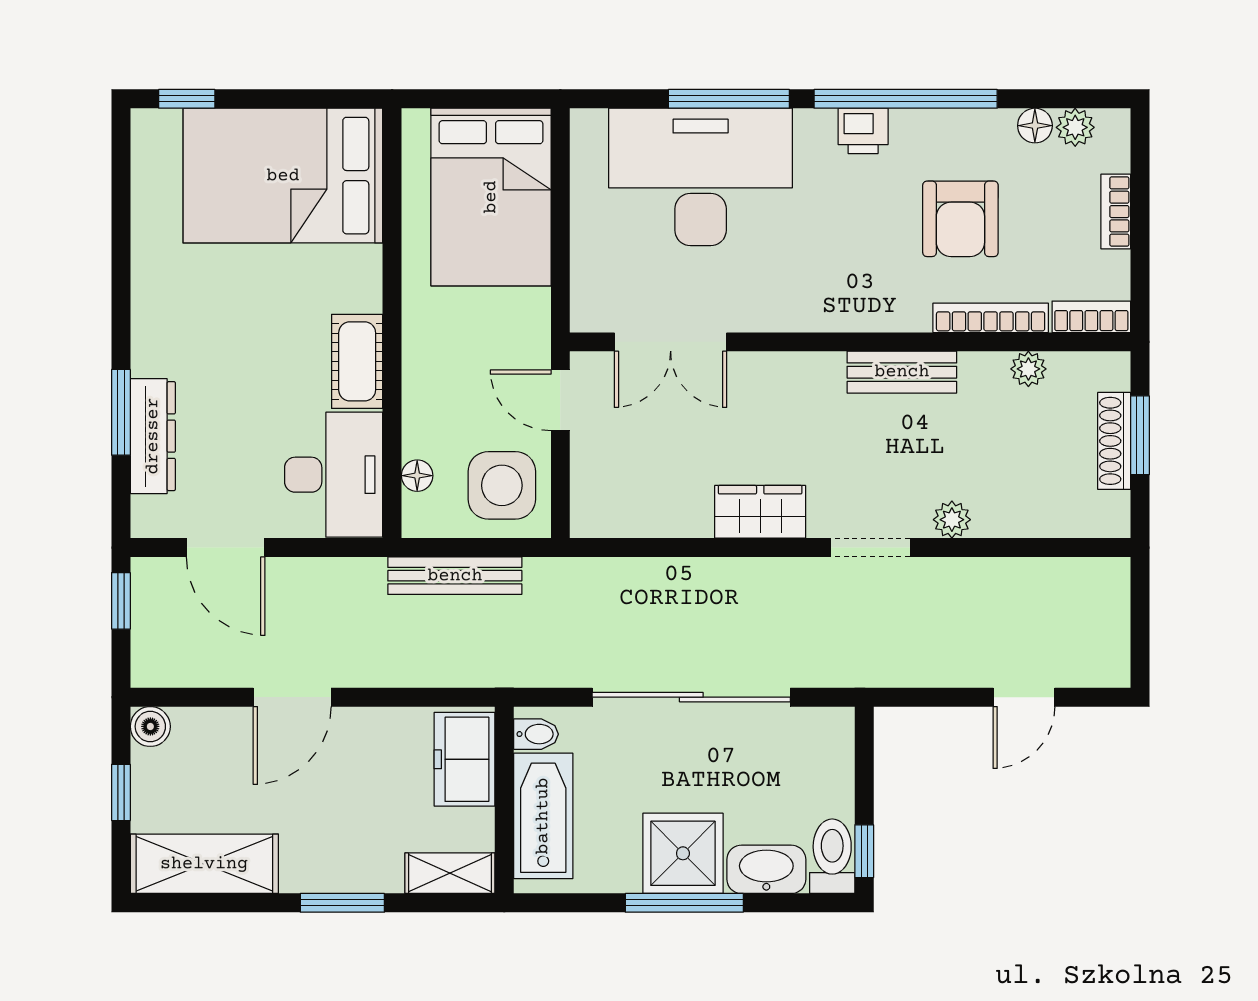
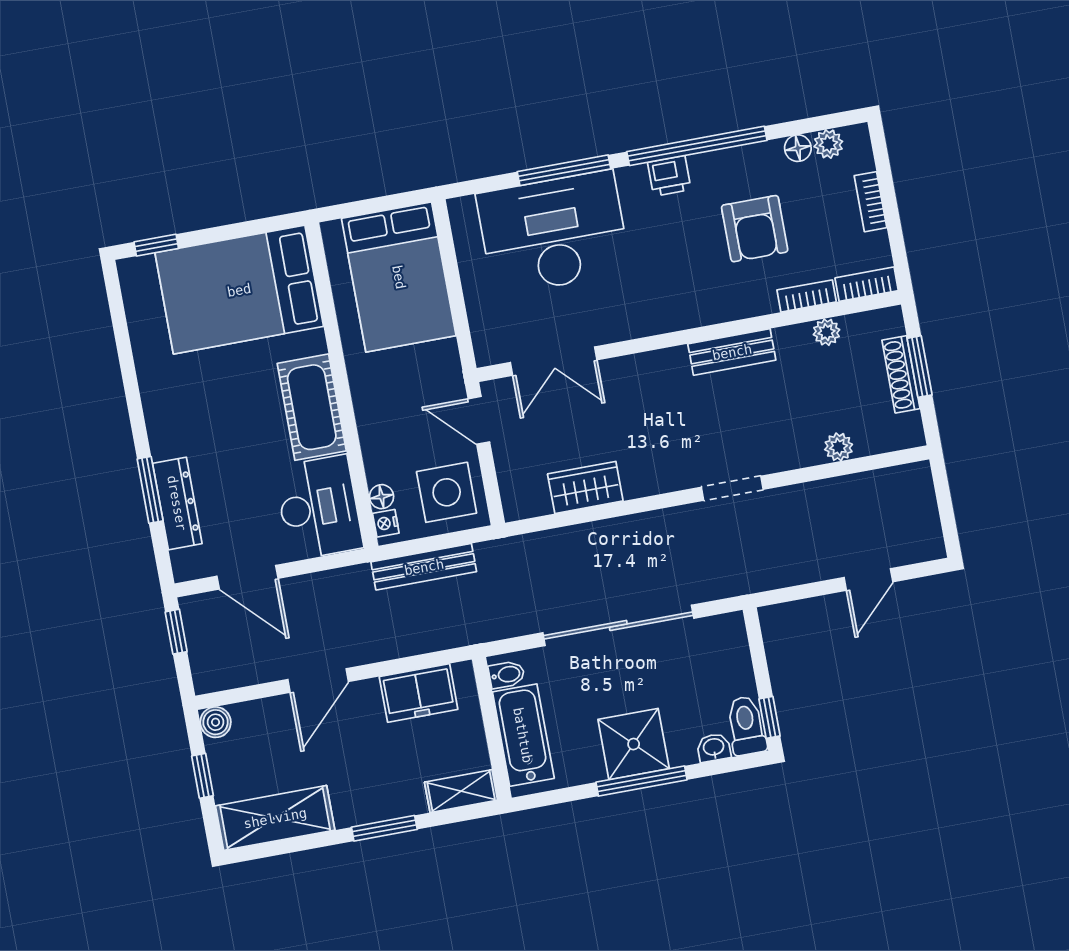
bookcase: (991, 318) -> (807, 296), width x0.64
cot: (357, 361) -> (312, 407), width x1.37, depth x1.34
nightstand: (416, 511) -> (386, 523), added
wardrobe: (760, 512) -> (585, 487), moved
plant: (952, 520) -> (839, 447), moved
freezer: (465, 759) -> (419, 693), moved, turned -90
washbasin: (766, 869) -> (714, 748), width x0.52, depth x0.69

